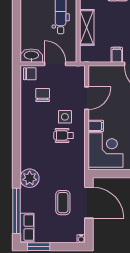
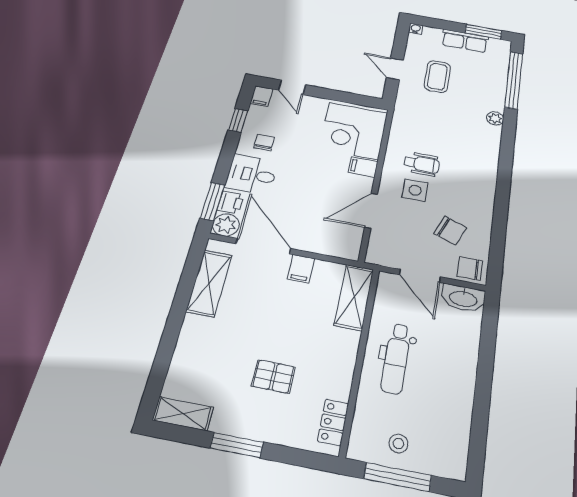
shelving: (87, 27) -> (354, 297), moved
chair: (43, 95) -> (450, 230), turned -69
plant: (30, 178) -> (495, 118), width x0.53, depth x0.53
door: (89, 203) -> (395, 69), width x0.53
row of seats: (27, 228) -> (465, 41), moved, turned -90

